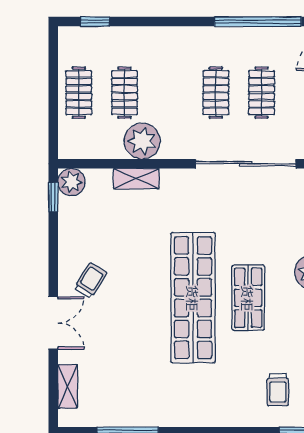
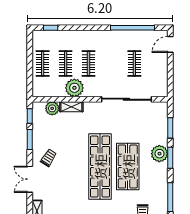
clothes rail: (216, 93) -> (89, 63), moved
plant: (71, 182) -> (52, 108), moved
window: (53, 244) -> (30, 140), added
shop shelf: (248, 298) -> (128, 167), width x1.43, depth x1.36
double door: (53, 323) -> (30, 179), swing flipped

